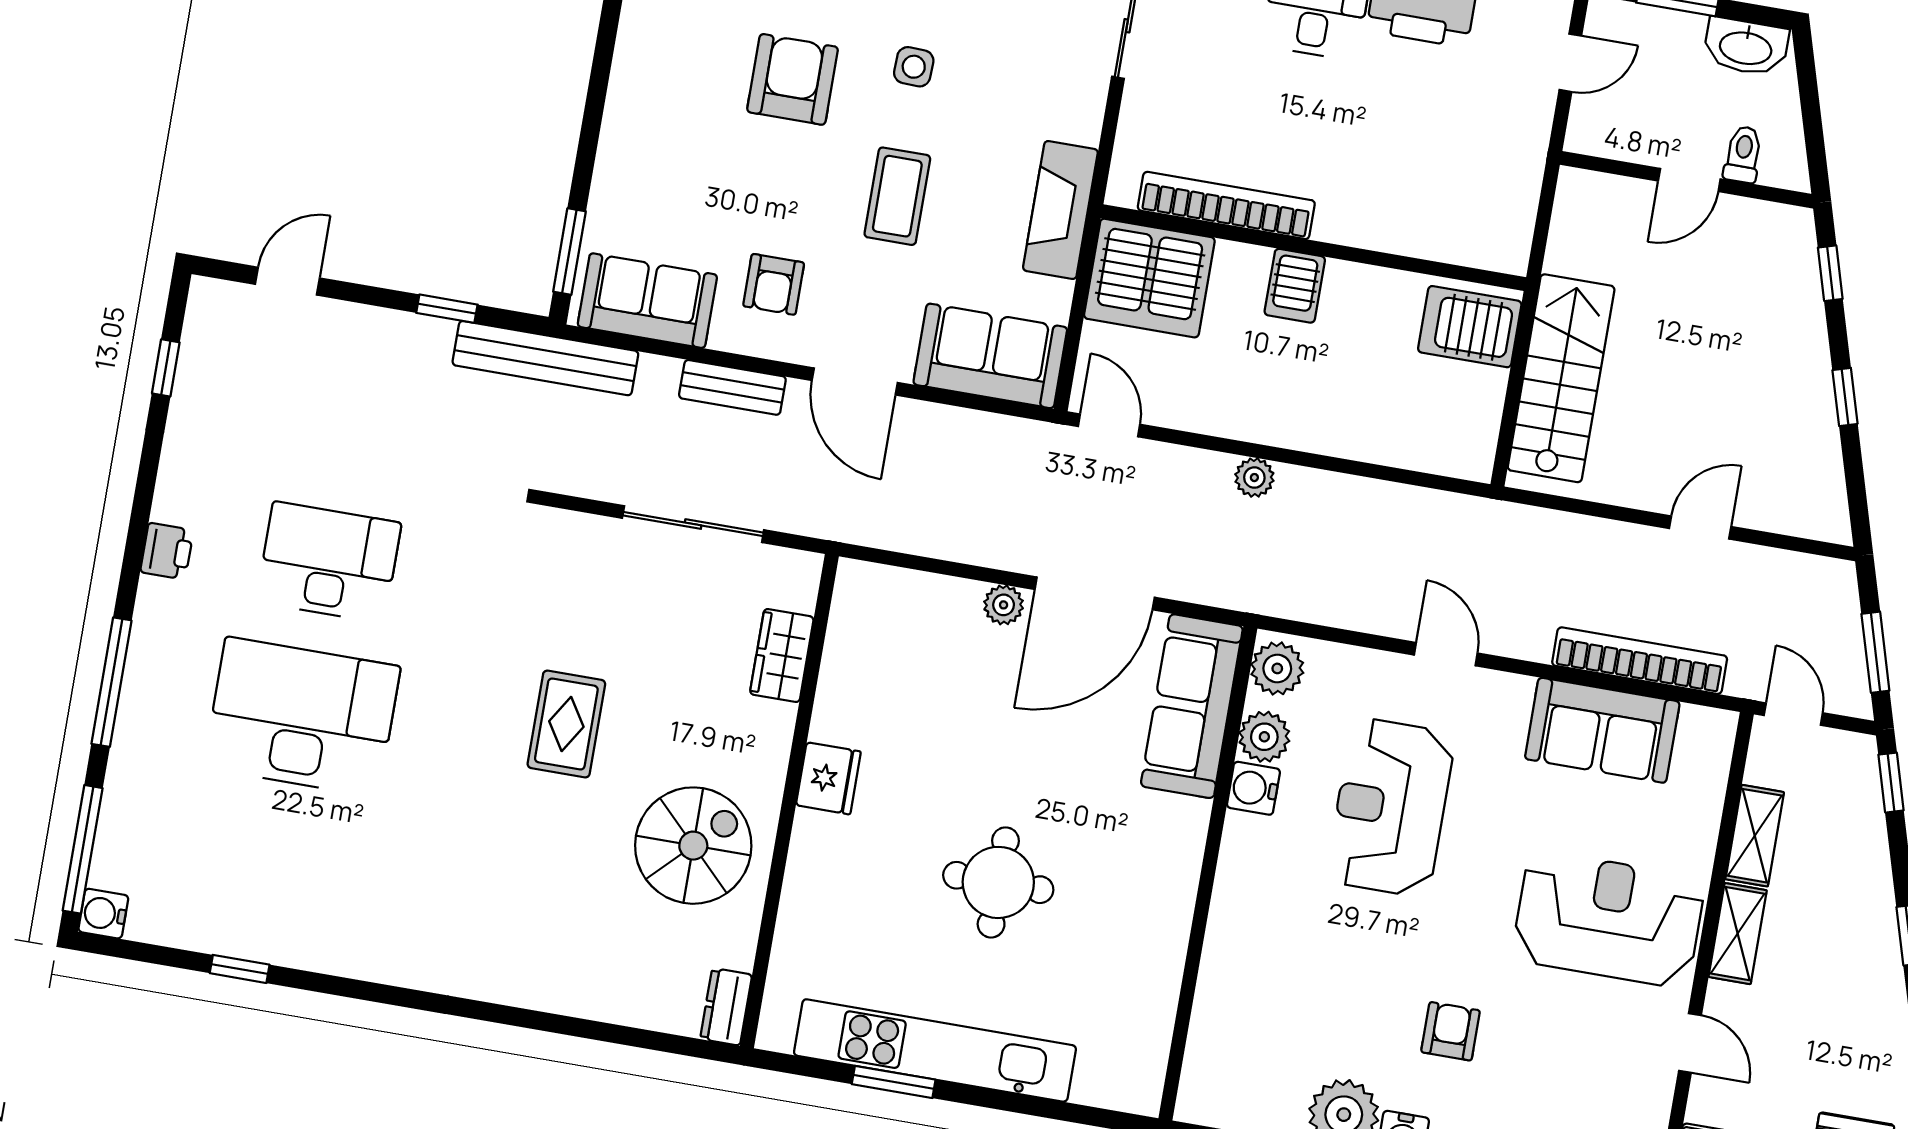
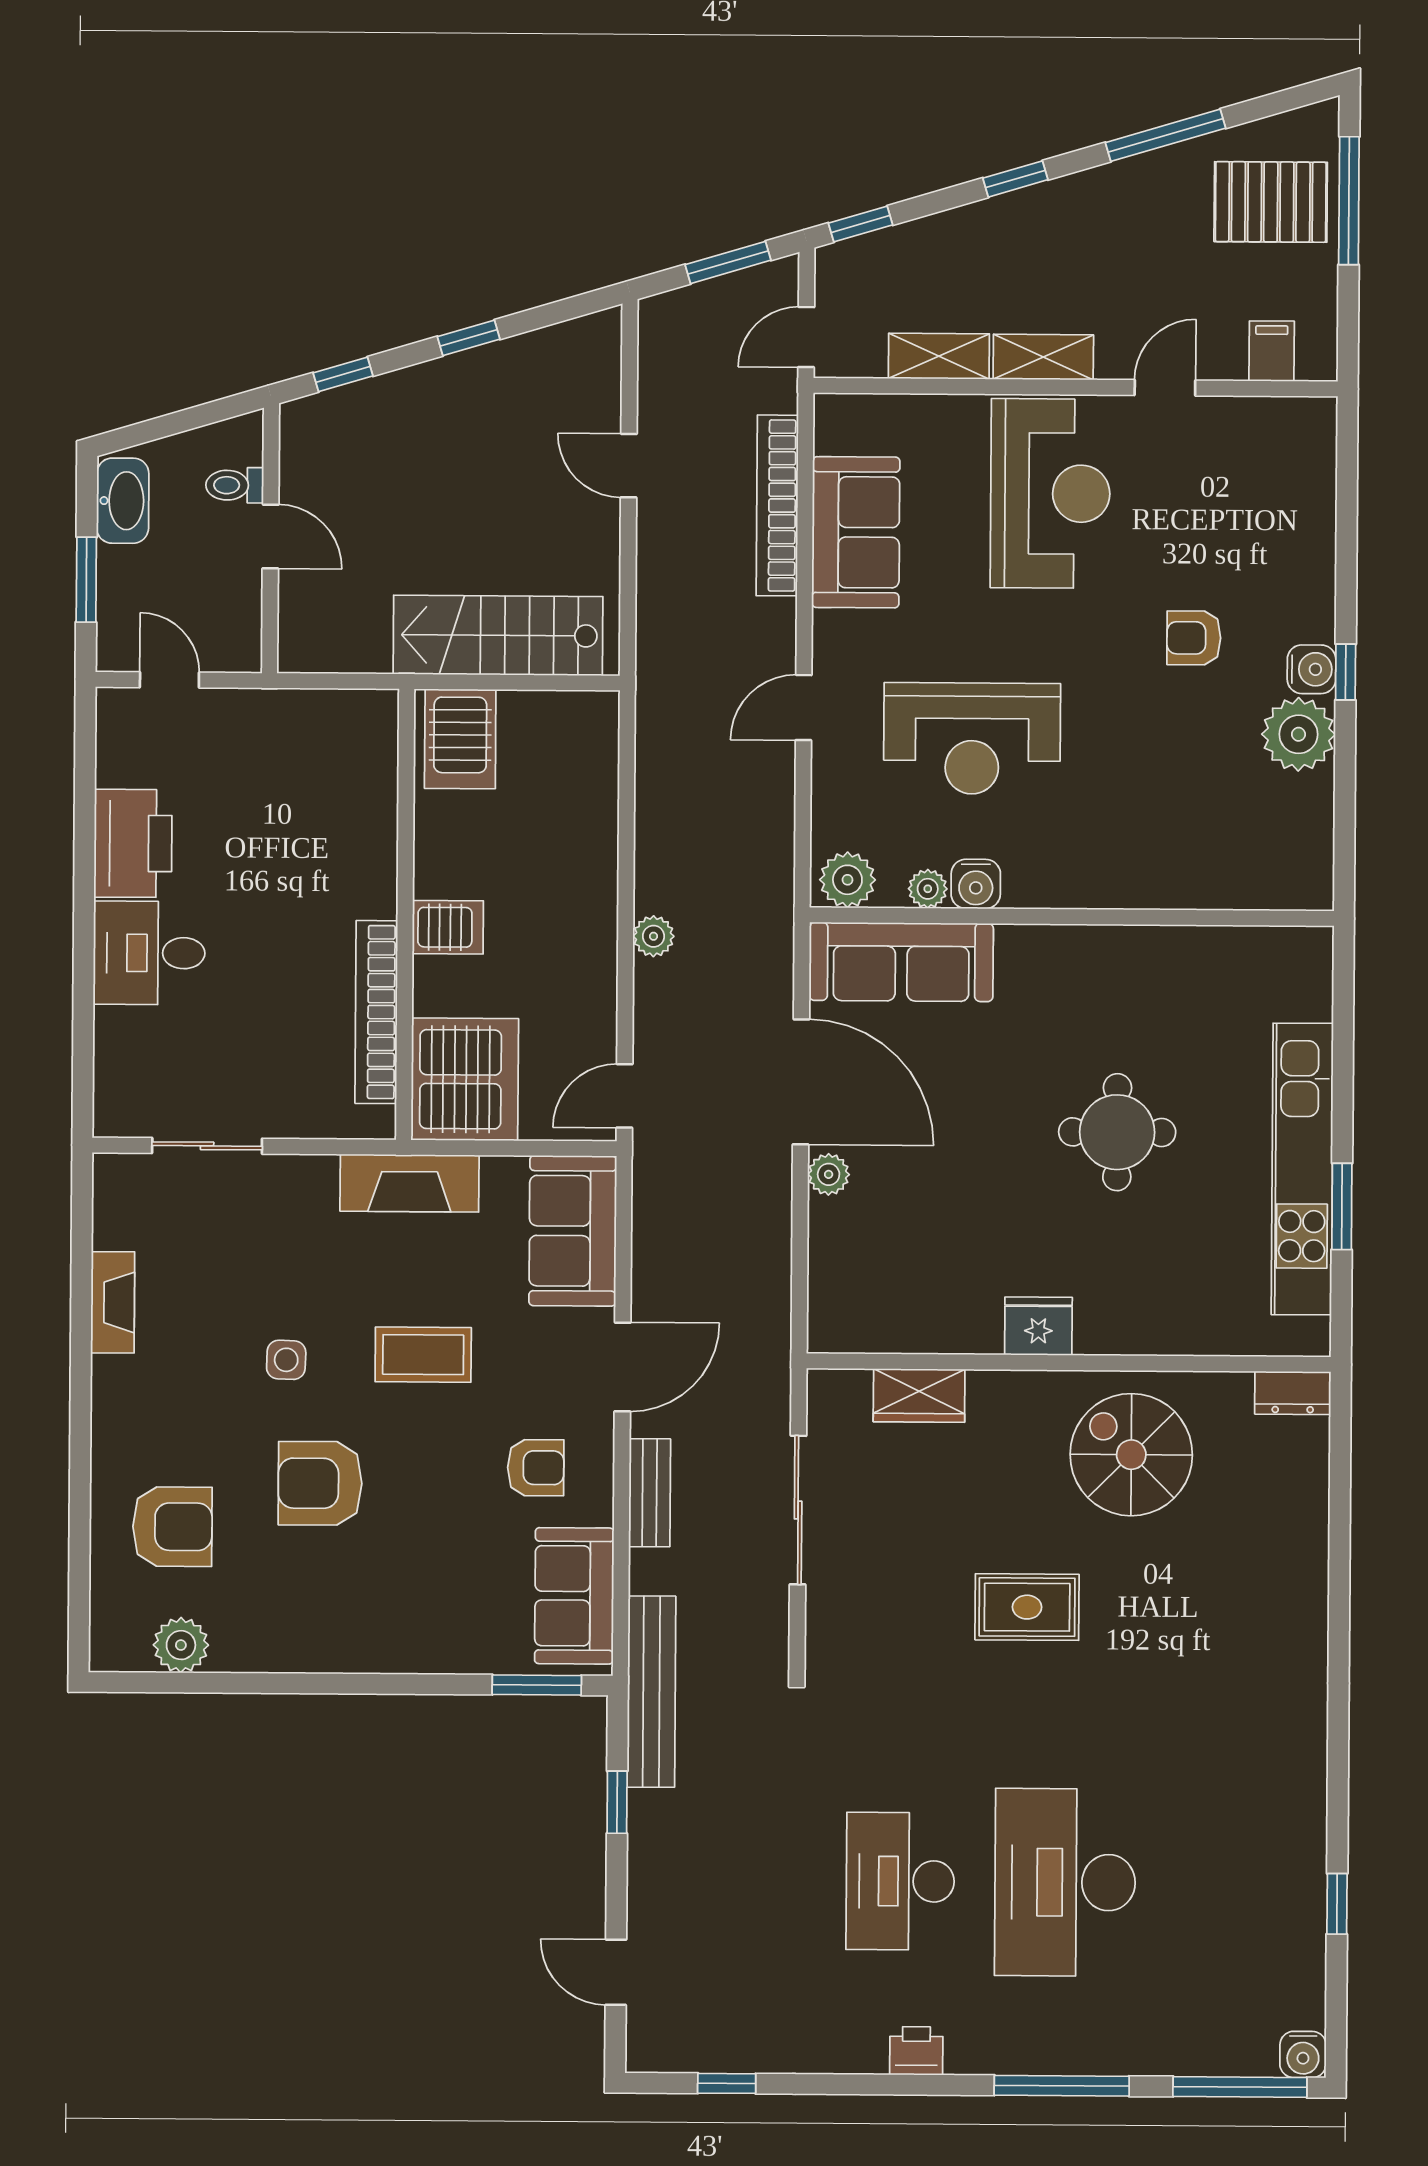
plant: (1264, 737) -> (928, 889), width x0.73, depth x0.73
reception desk: (1608, 919) -> (1050, 493), turned 180

